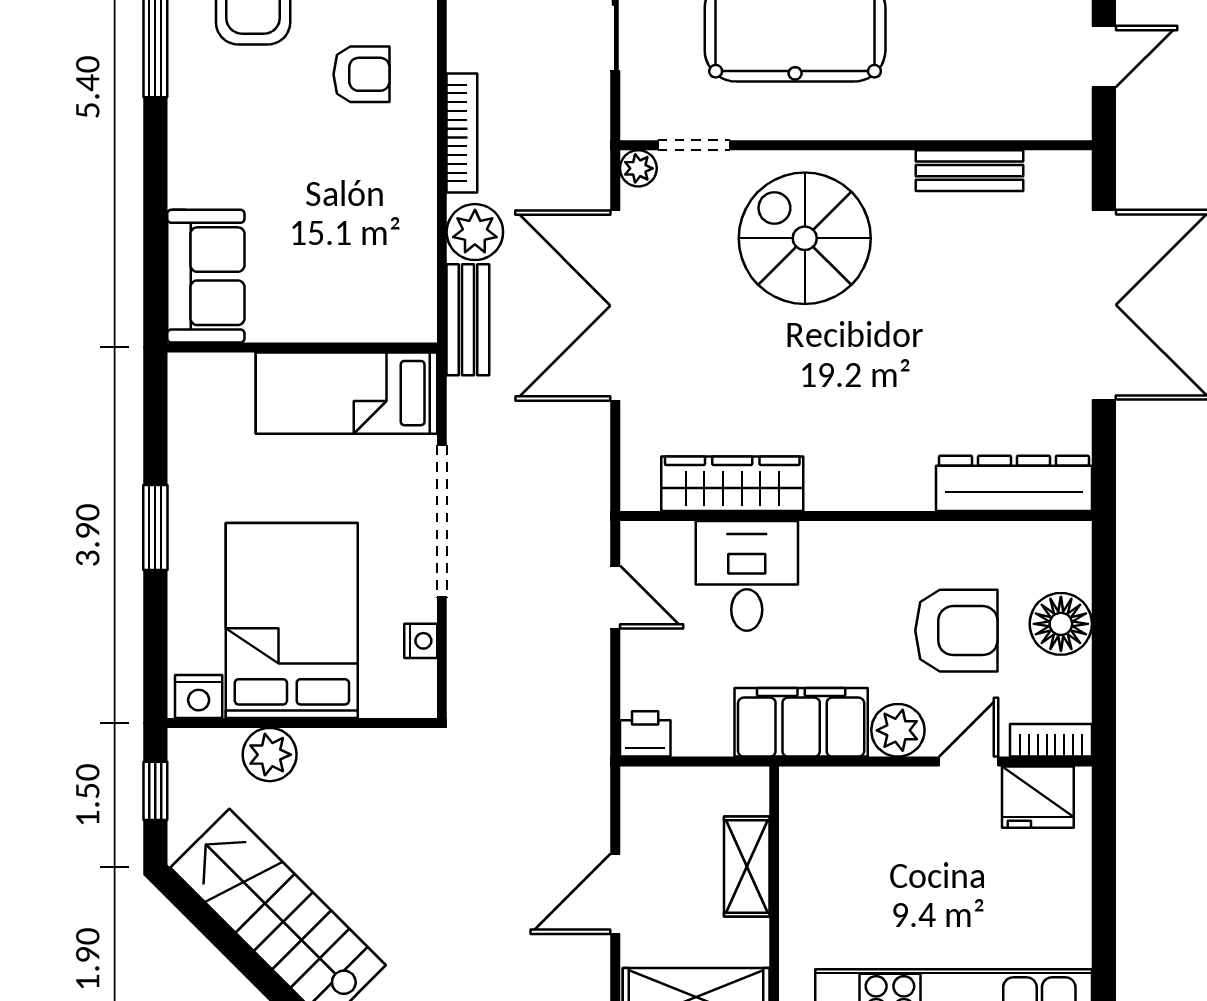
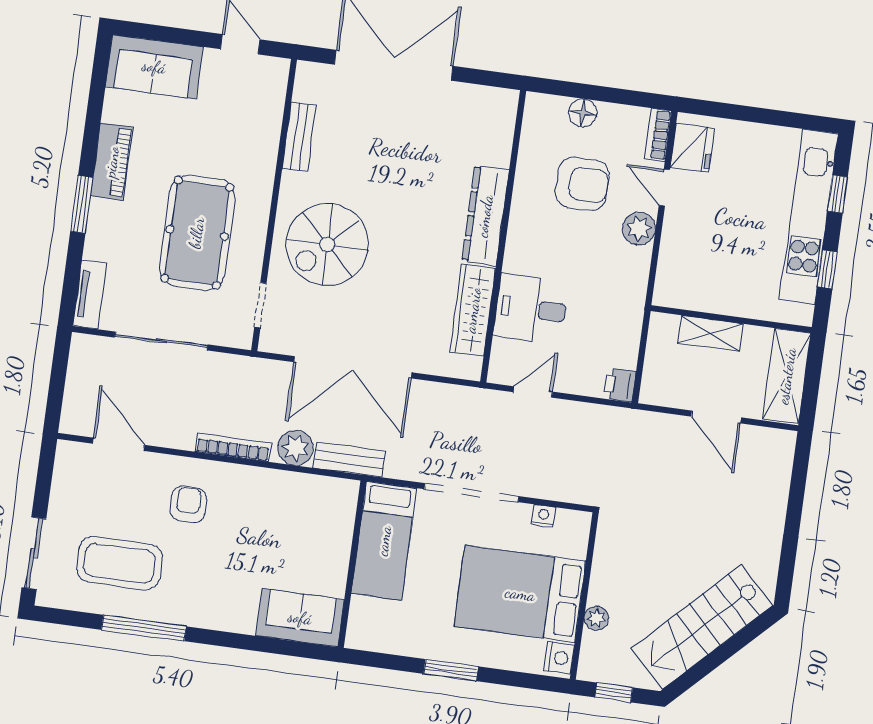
plant: (638, 168) -> (270, 341), removed
dresser: (1014, 483) -> (485, 216), moved
floor lamp: (1061, 624) -> (583, 113), width x0.73, depth x0.73
armchair: (956, 631) -> (582, 184), turned 90
filing cabinet: (801, 722) -> (626, 288), removed
plant: (270, 755) -> (596, 618), width x0.73, depth x0.73

